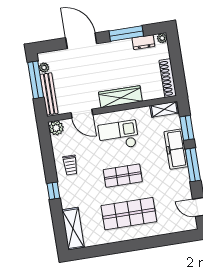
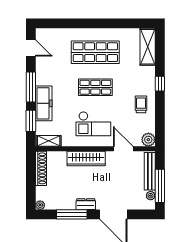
dresser: (143, 42) -> (86, 204), moved

